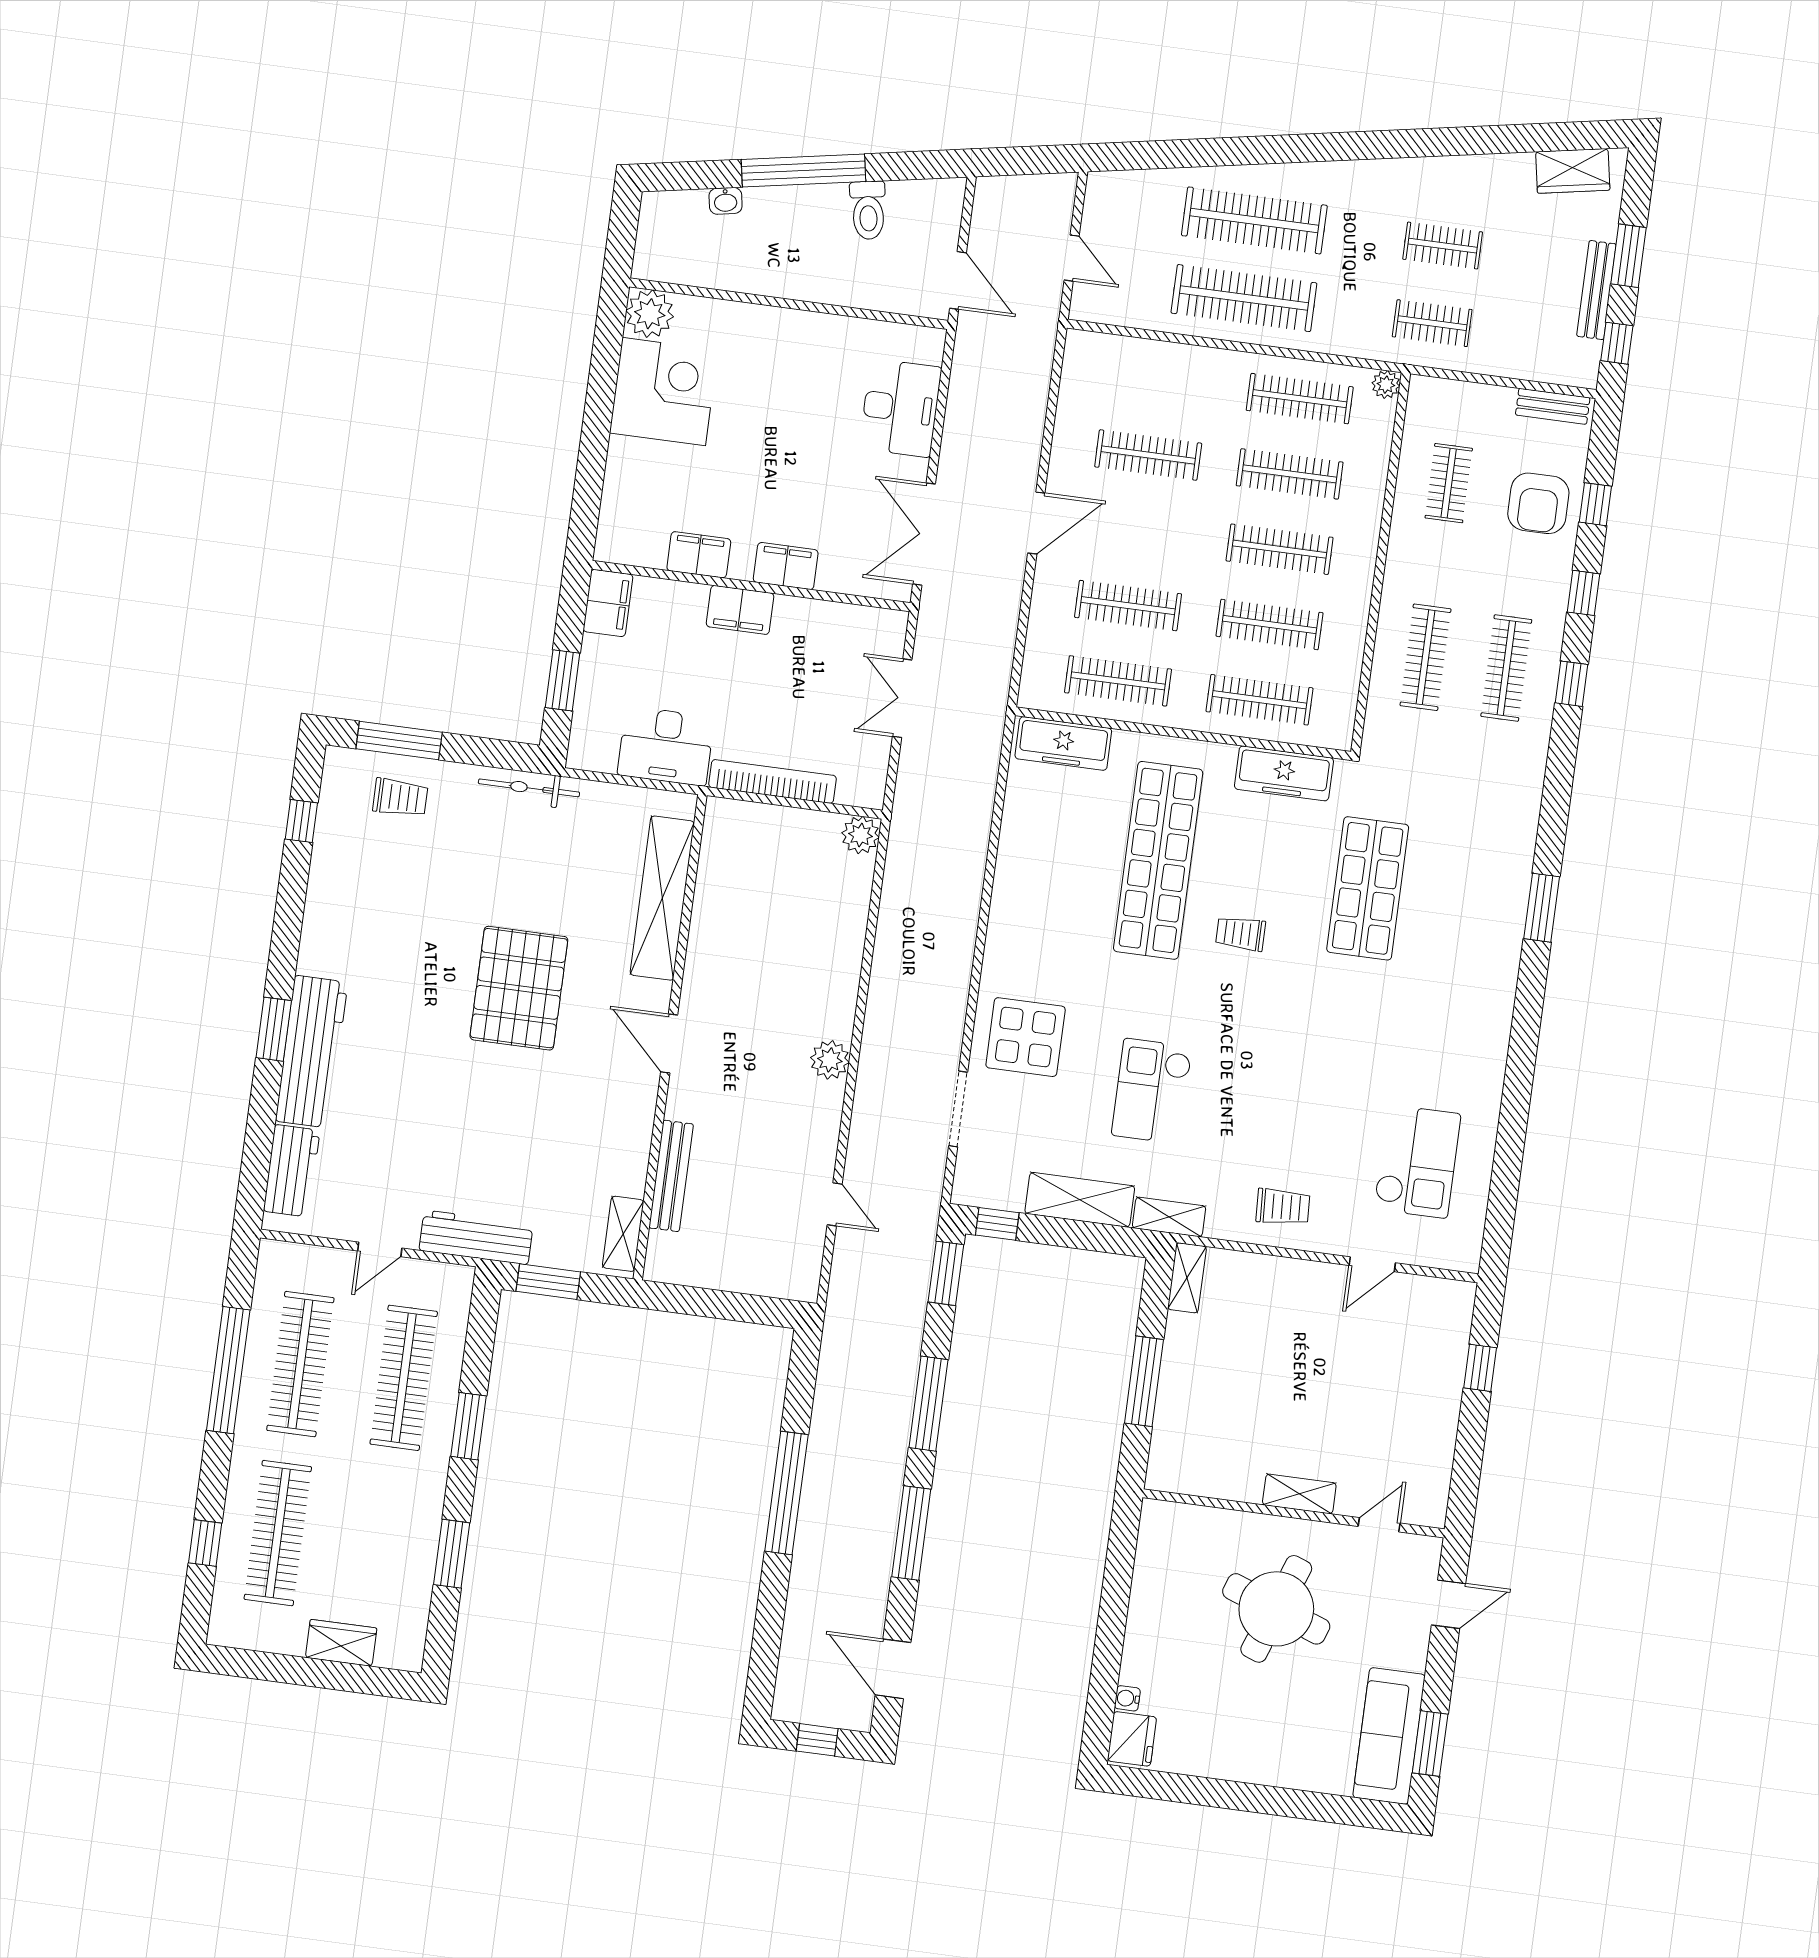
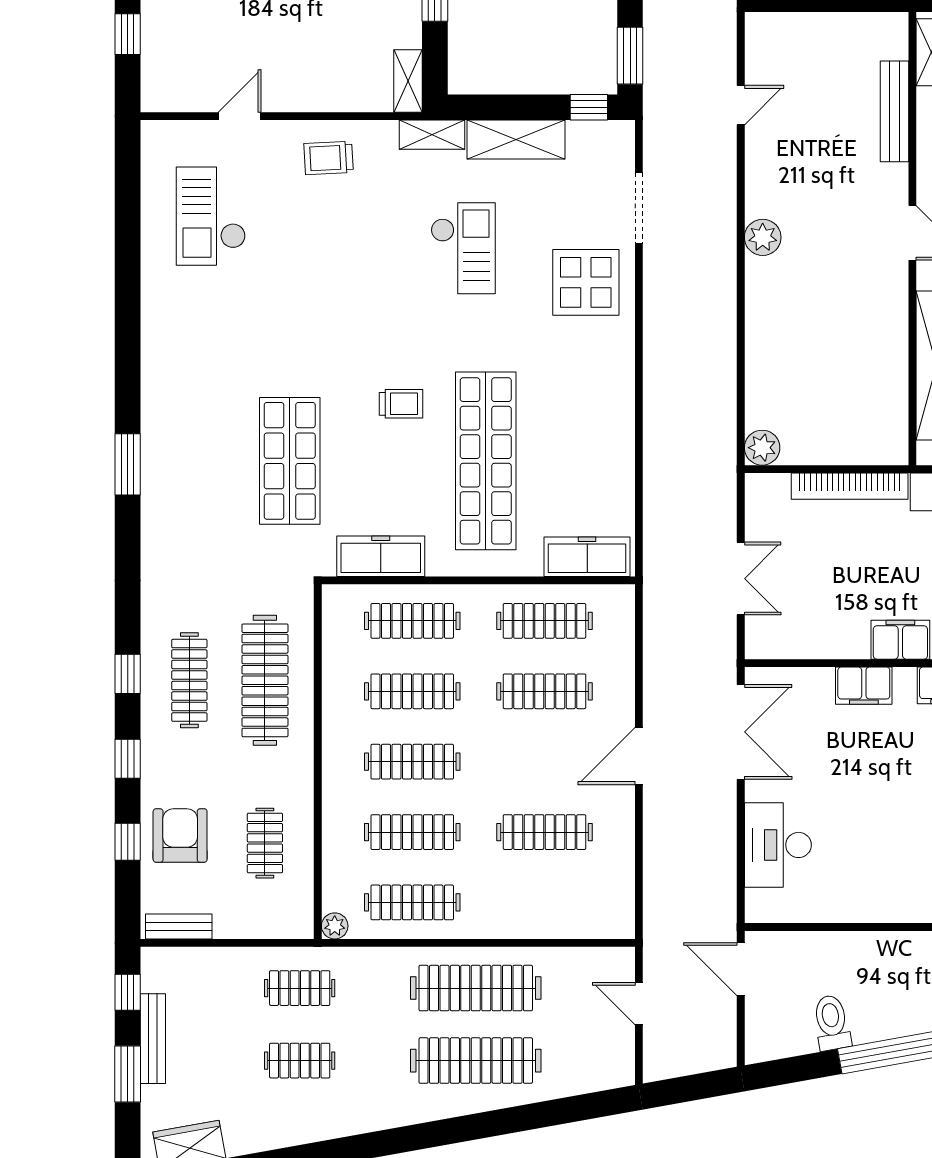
clothes rail: (1425, 657) -> (265, 680), width x1.37, depth x1.31
door: (835, 1204) -> (741, 105), swing flipped

